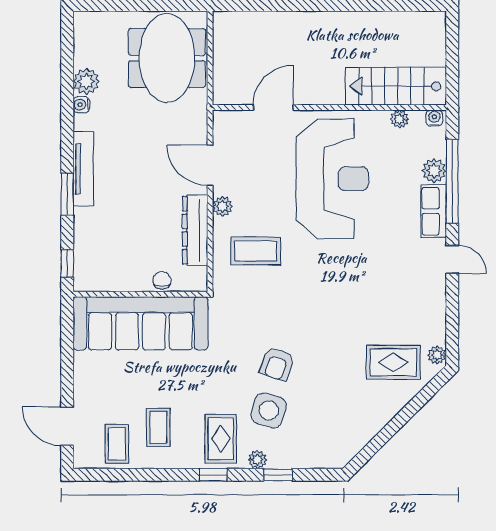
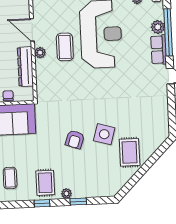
coffee table: (256, 251) -> (65, 47), moved, turned 90
plant: (437, 355) -> (164, 130), removed
rug: (393, 362) -> (130, 152), moved, turned 90
side table: (269, 410) -> (104, 134), moved

